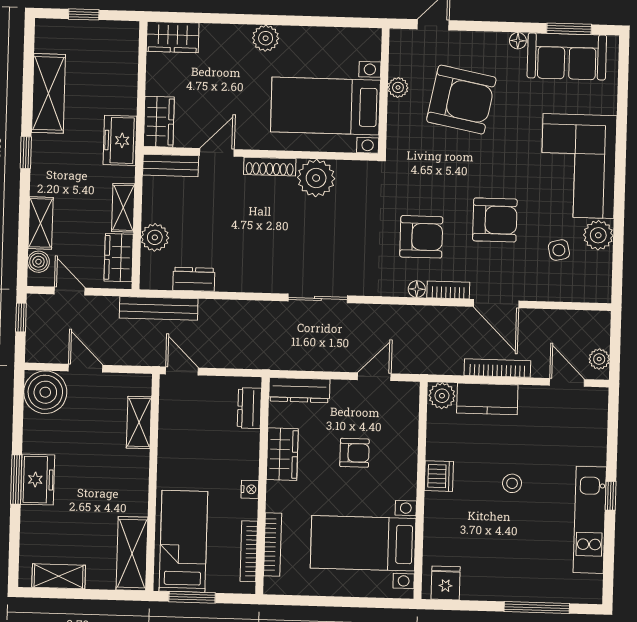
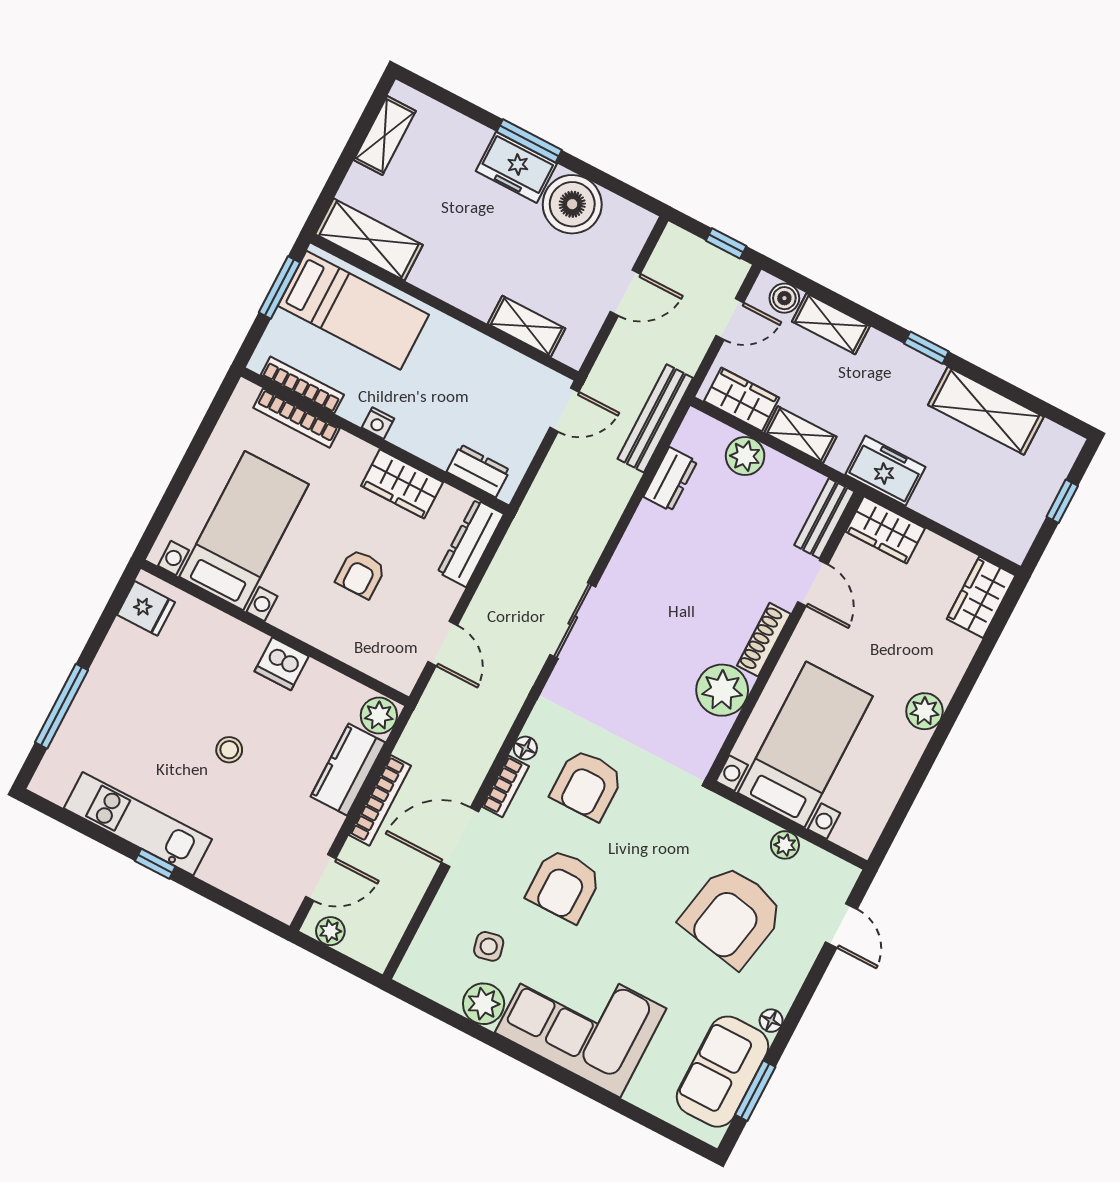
boiler: (45, 392) -> (572, 204), moved

